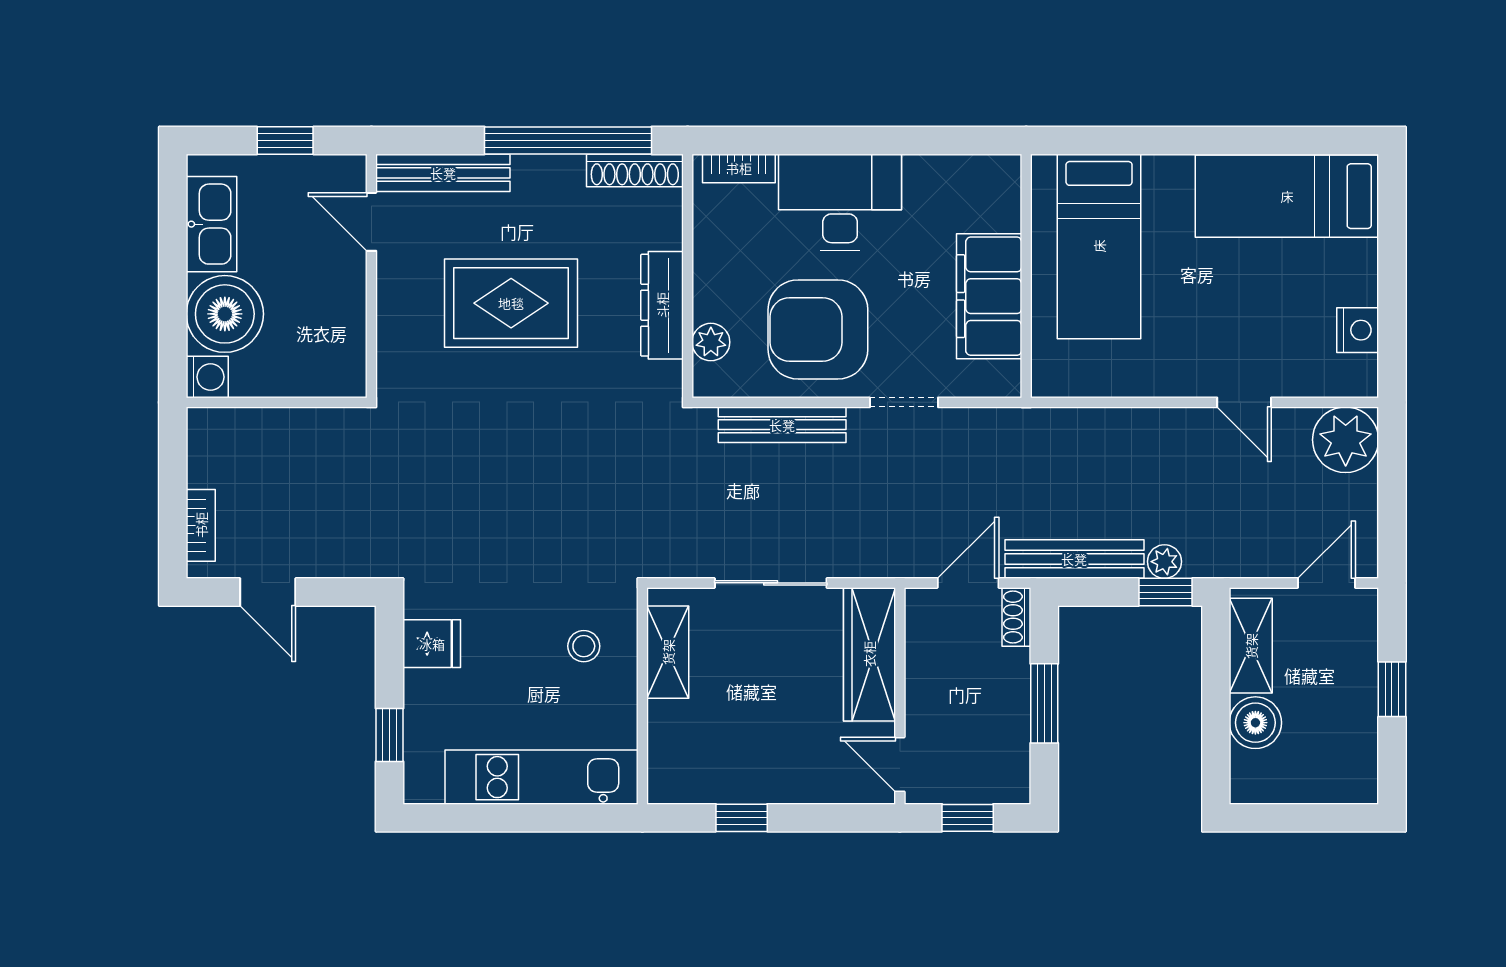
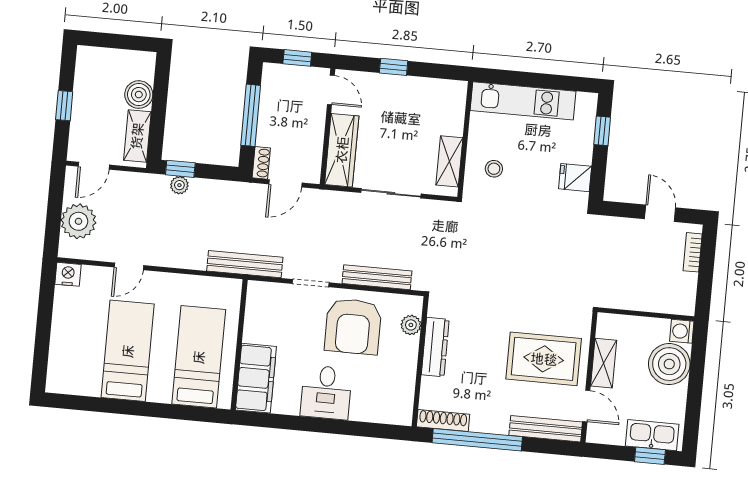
window: (285, 140) -> (650, 456), moved
bookcase: (739, 168) -> (387, 416), removed
bed: (1287, 196) -> (128, 351), moved, turned -90
desk: (840, 202) -> (326, 392), width x0.73
kitchen sink: (211, 224) -> (652, 435), moved, turned 90
filing cabinet: (989, 296) -> (256, 378), moved
rug: (511, 303) -> (544, 359), moved
shelving: (347, 304) -> (604, 363), added
armchair: (818, 329) -> (353, 326), turned 90
nightstand: (1358, 330) -> (68, 274), moved, turned 90
door: (1244, 402) -> (129, 266), swing flipped
plant: (1346, 440) -> (78, 221), moved
bench: (1074, 559) -> (245, 264), moved
window: (1044, 703) -> (251, 115), width x1.44
window: (742, 818) -> (394, 67), moved

